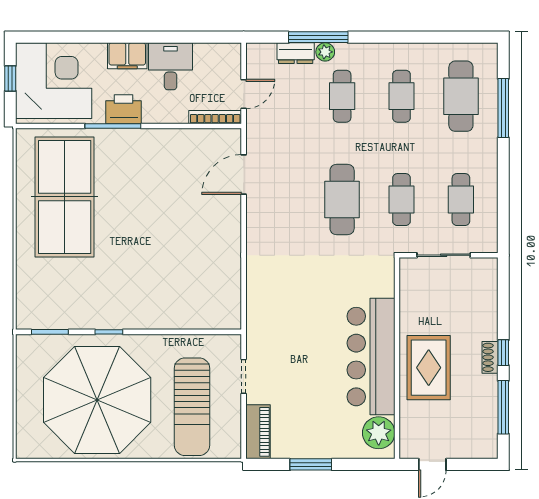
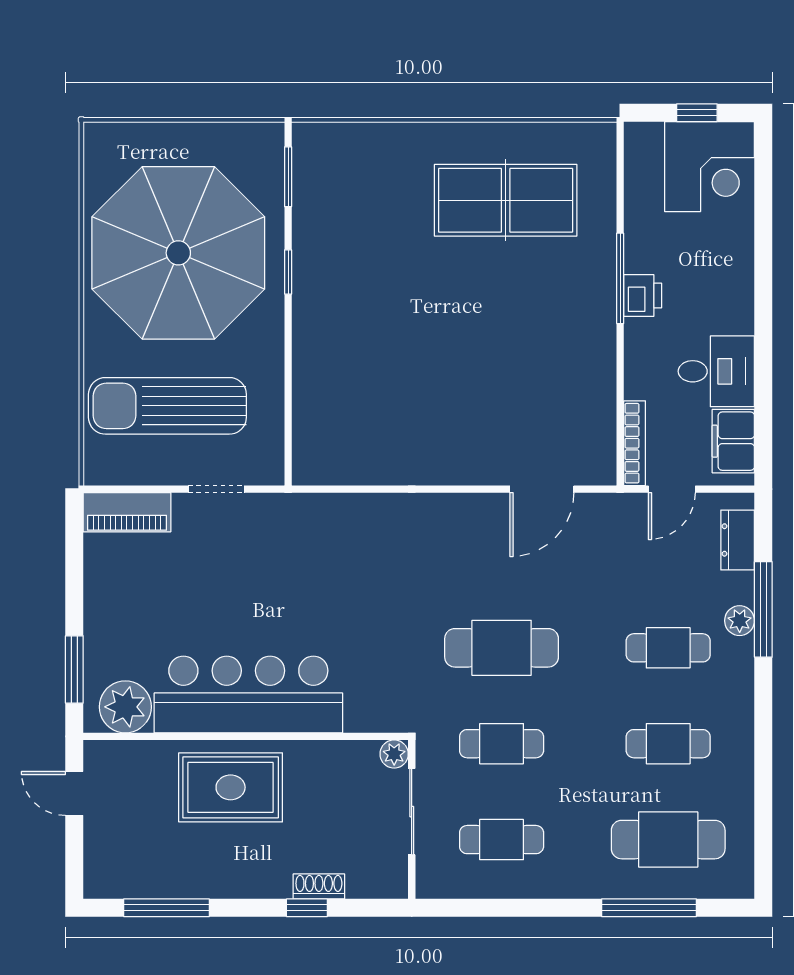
dresser: (296, 53) -> (738, 540), moved
filing cabinet: (127, 56) -> (733, 441), moved
corner desk: (54, 81) -> (710, 167), width x0.74, depth x0.74
door: (244, 94) -> (672, 489), hinge flipped
printer: (124, 109) -> (643, 295), width x0.73, depth x0.81
door: (244, 175) -> (542, 489), swing flipped
table tennis table: (65, 197) -> (506, 200), width x0.73, depth x0.76
plant: (408, 266) -> (394, 754), added
window: (503, 353) -> (307, 908), moved
shoe rack: (490, 357) -> (319, 886), moved
window: (311, 464) -> (74, 669), moved

